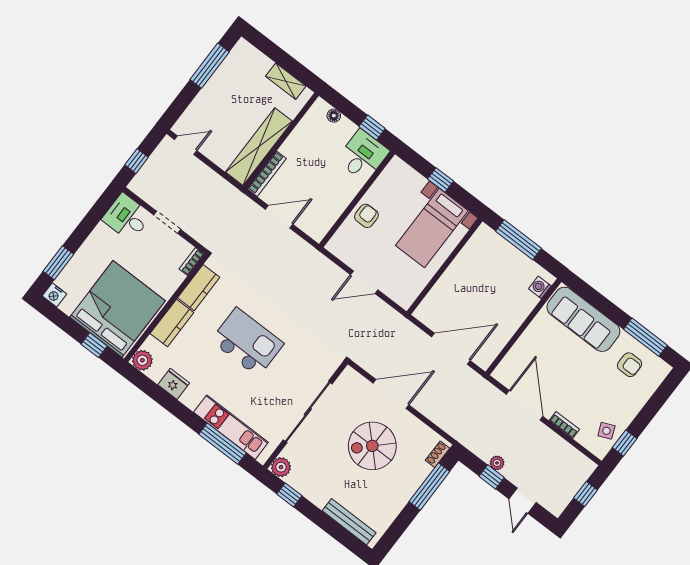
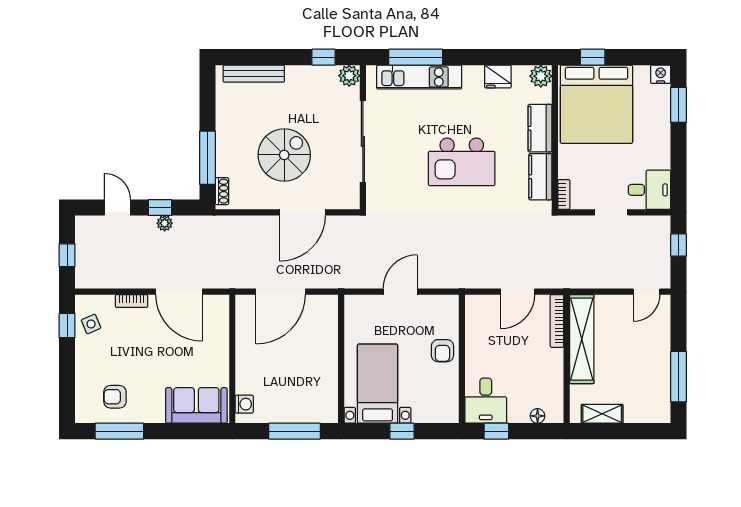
sofa: (583, 319) -> (196, 405), width x0.73

